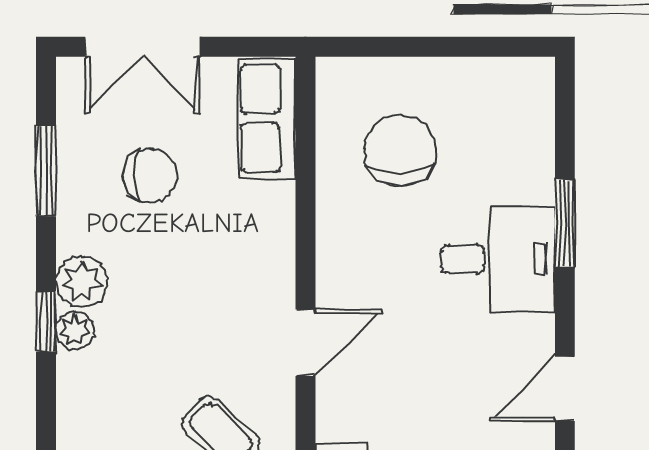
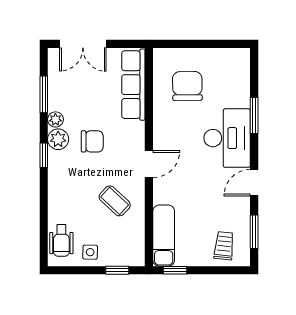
row of seats: (267, 118) -> (133, 85), width x1.48
chair: (150, 176) -> (92, 141), moved
desk: (498, 259) -> (227, 138), width x1.37
plant: (75, 330) -> (55, 119), moved

